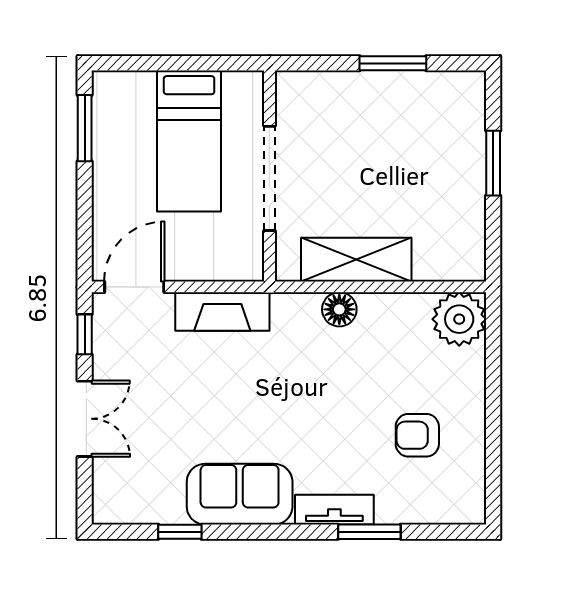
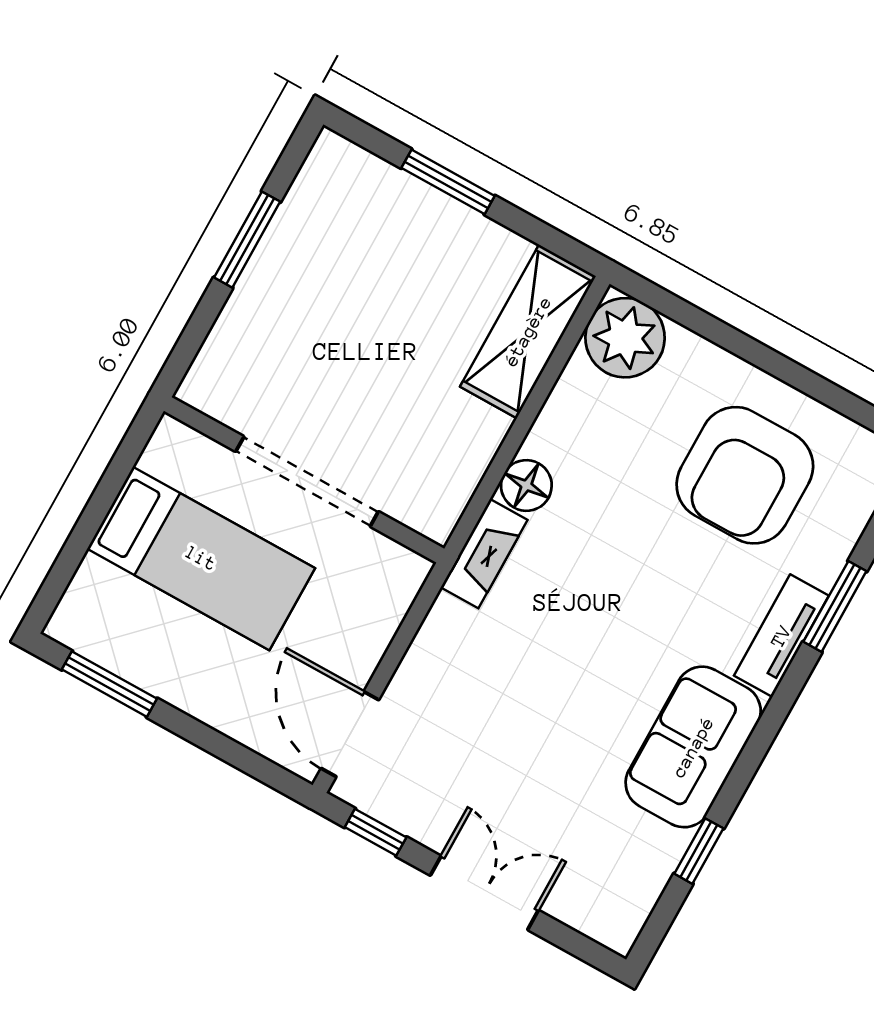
shelving: (356, 260) -> (528, 331), moved
fireplace: (222, 312) -> (484, 554), moved, width x0.73, depth x0.76
armchair: (417, 435) -> (745, 475), width x1.88, depth x1.88

